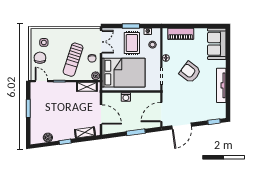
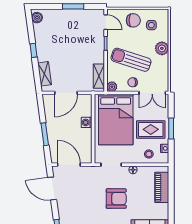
plant: (63, 34) -> (162, 48), added
armchair: (190, 72) -> (116, 199), turned 53
door: (41, 81) -> (106, 22), hinge flipped
boiler: (48, 137) -> (37, 18), moved

